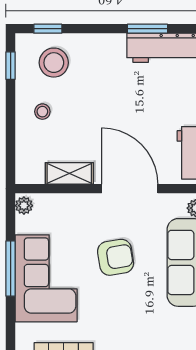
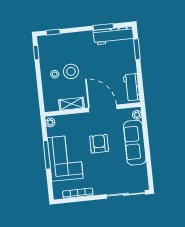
stool: (54, 63) -> (71, 71), moved
armchair: (116, 257) -> (99, 144), turned -81

